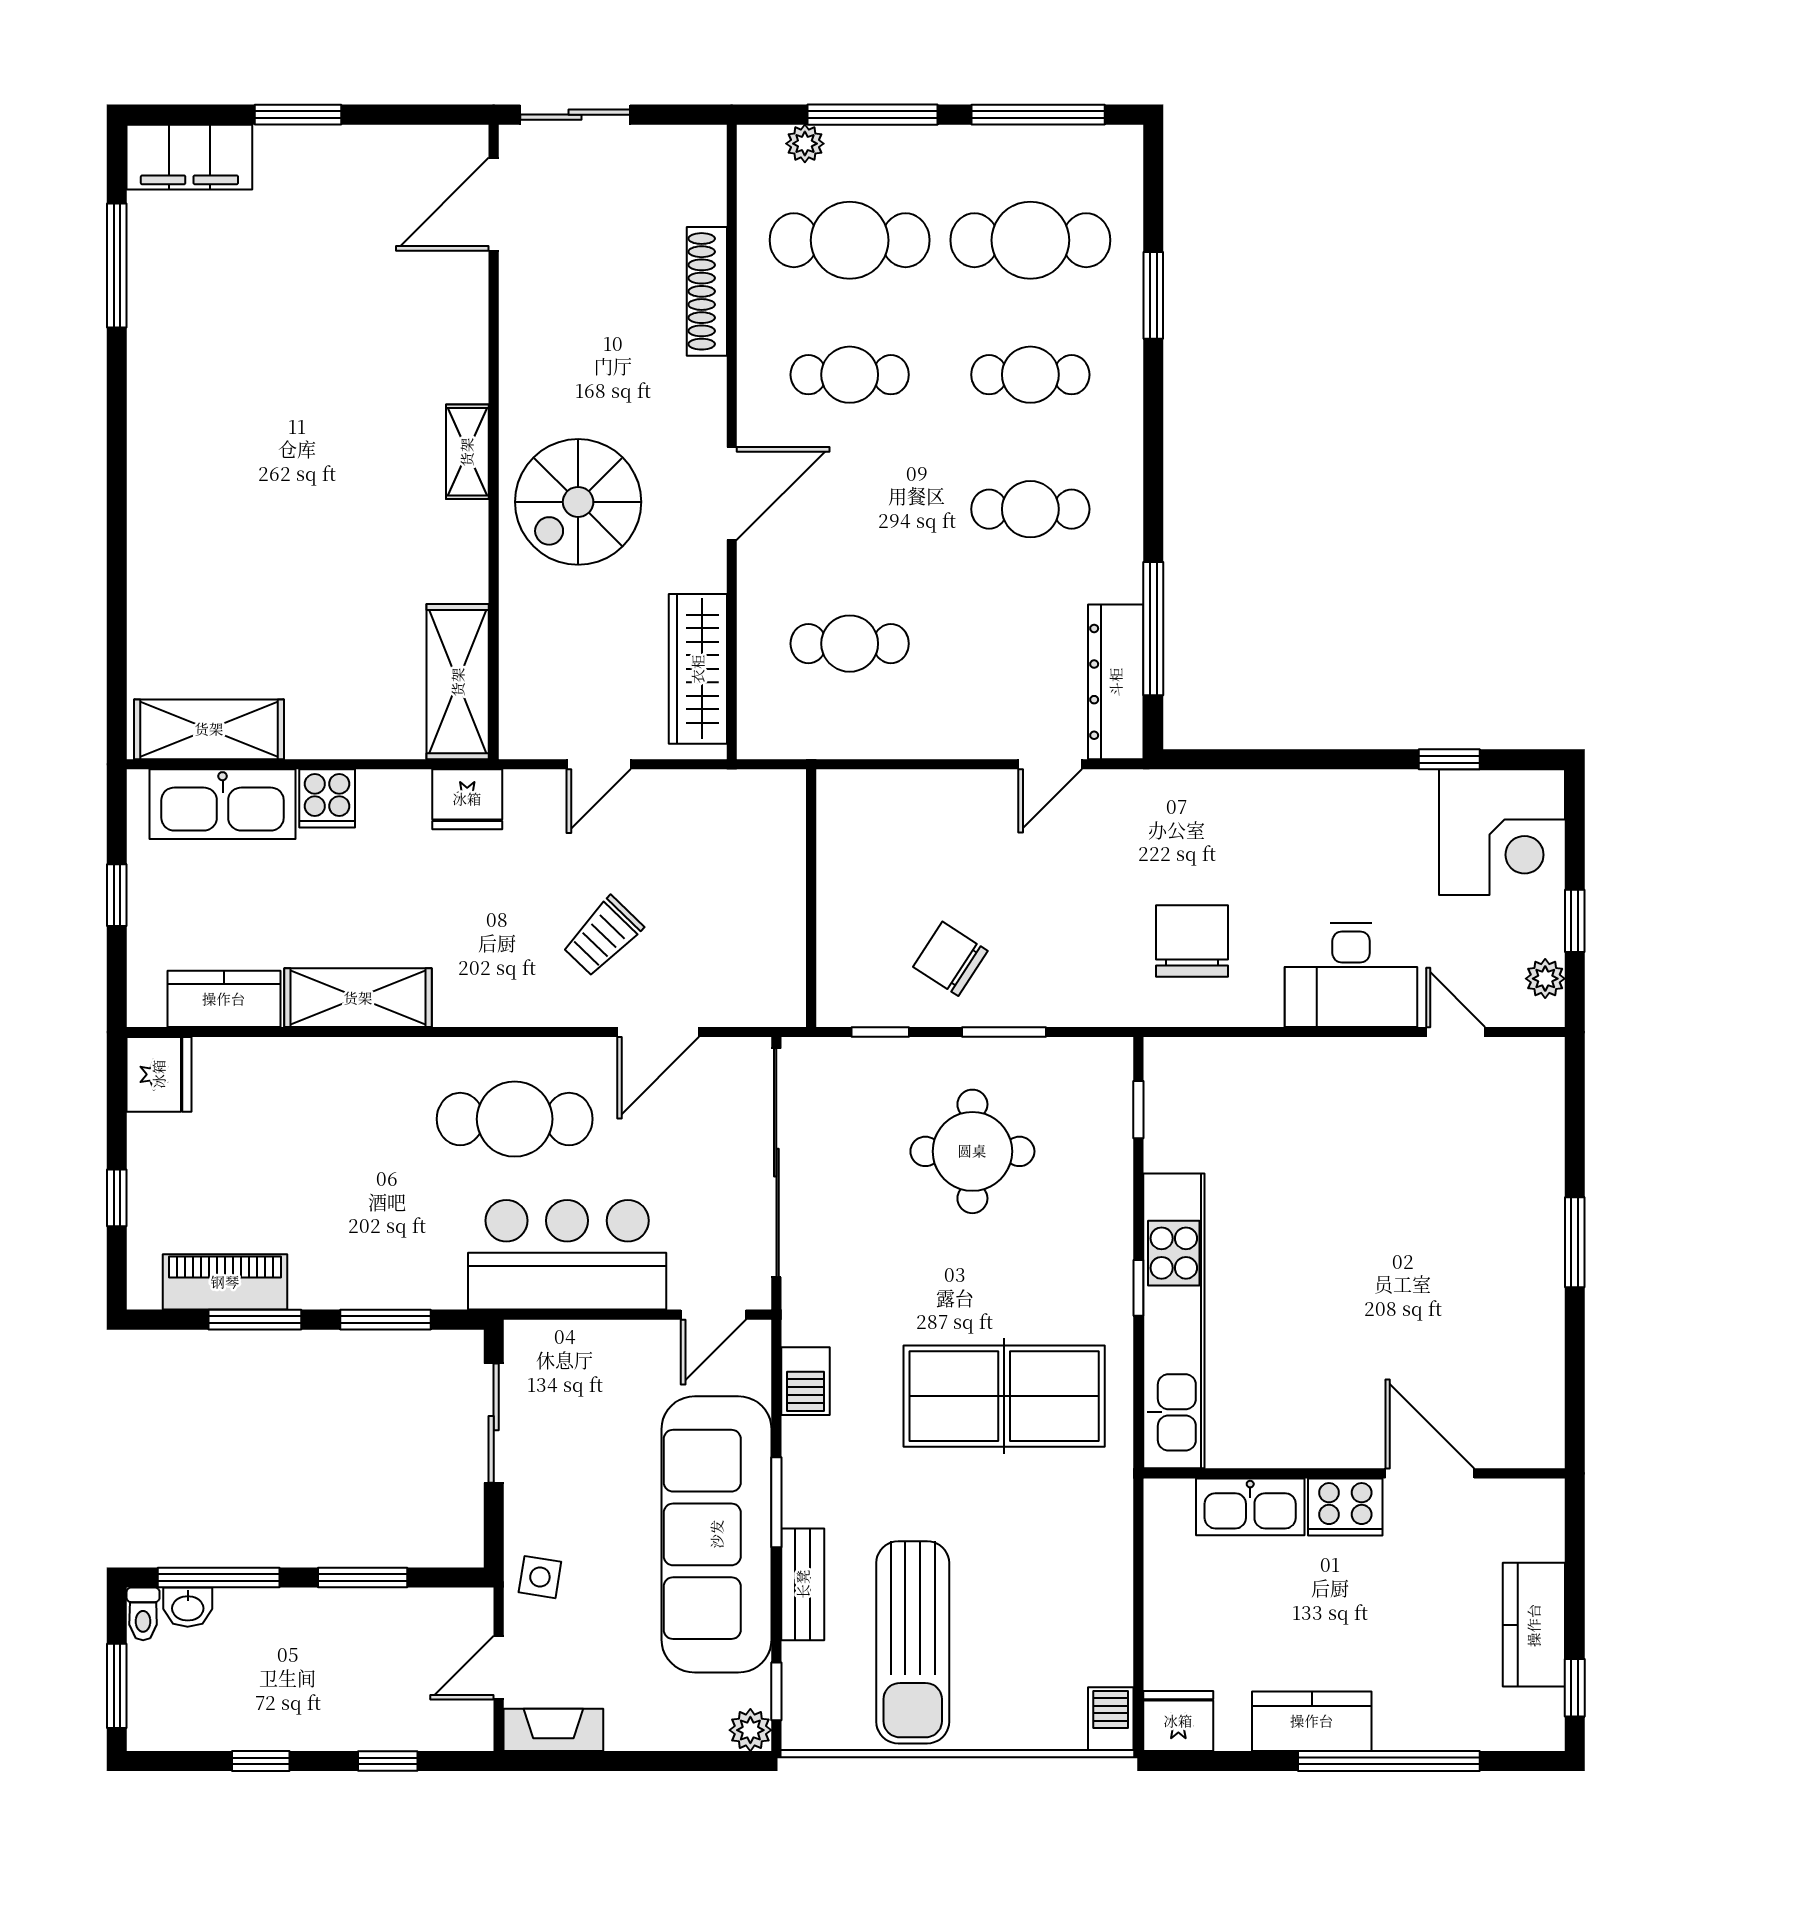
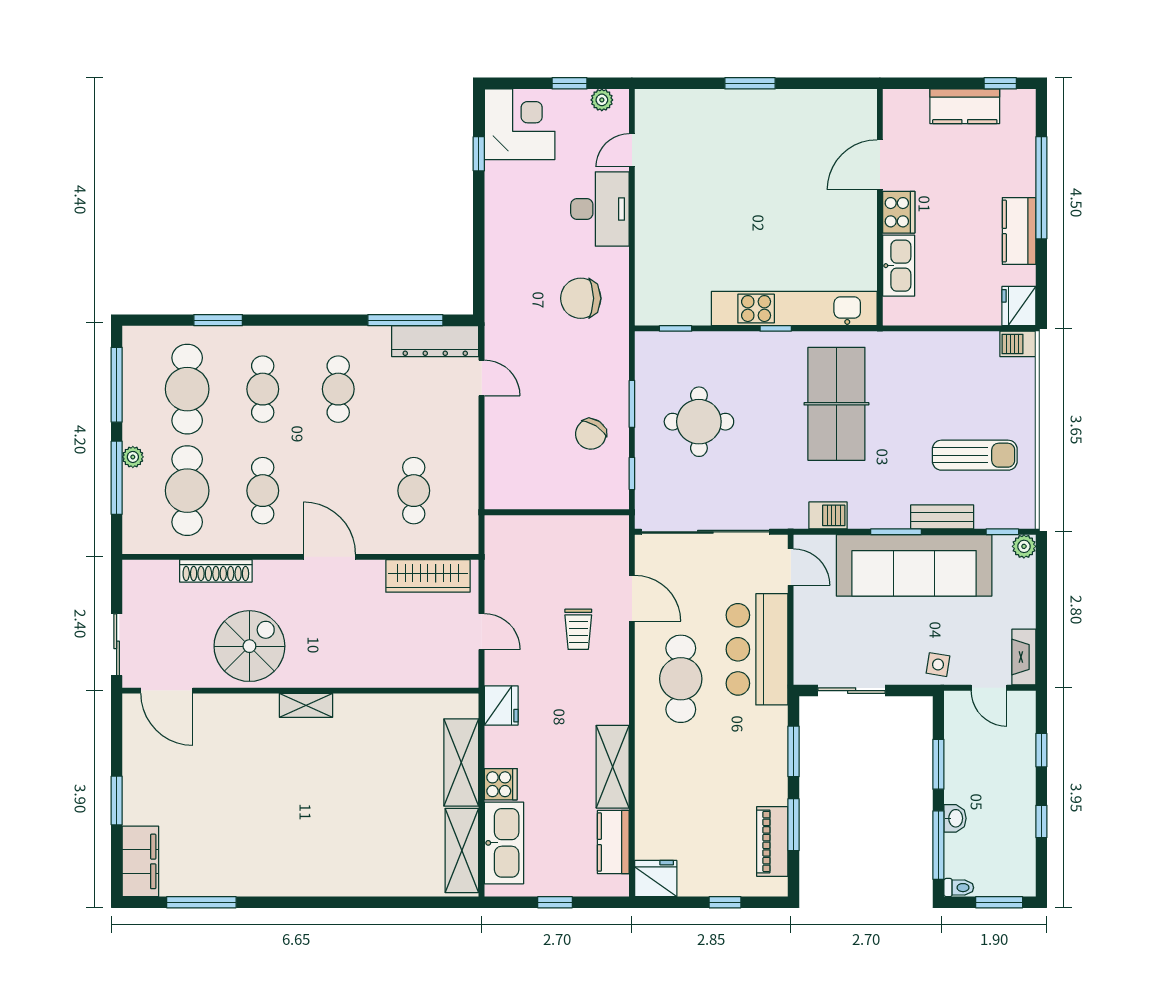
plant: (805, 144) -> (133, 457), moved
spiral stairs: (578, 502) -> (249, 646), moved, turned -90
shelving: (458, 682) -> (461, 763), moved, turned 90
trolley: (603, 936) -> (578, 629), turned 46
washbasin: (188, 1607) -> (955, 818), moved
sun lounger: (913, 1642) -> (975, 455), width x0.73, depth x0.75

